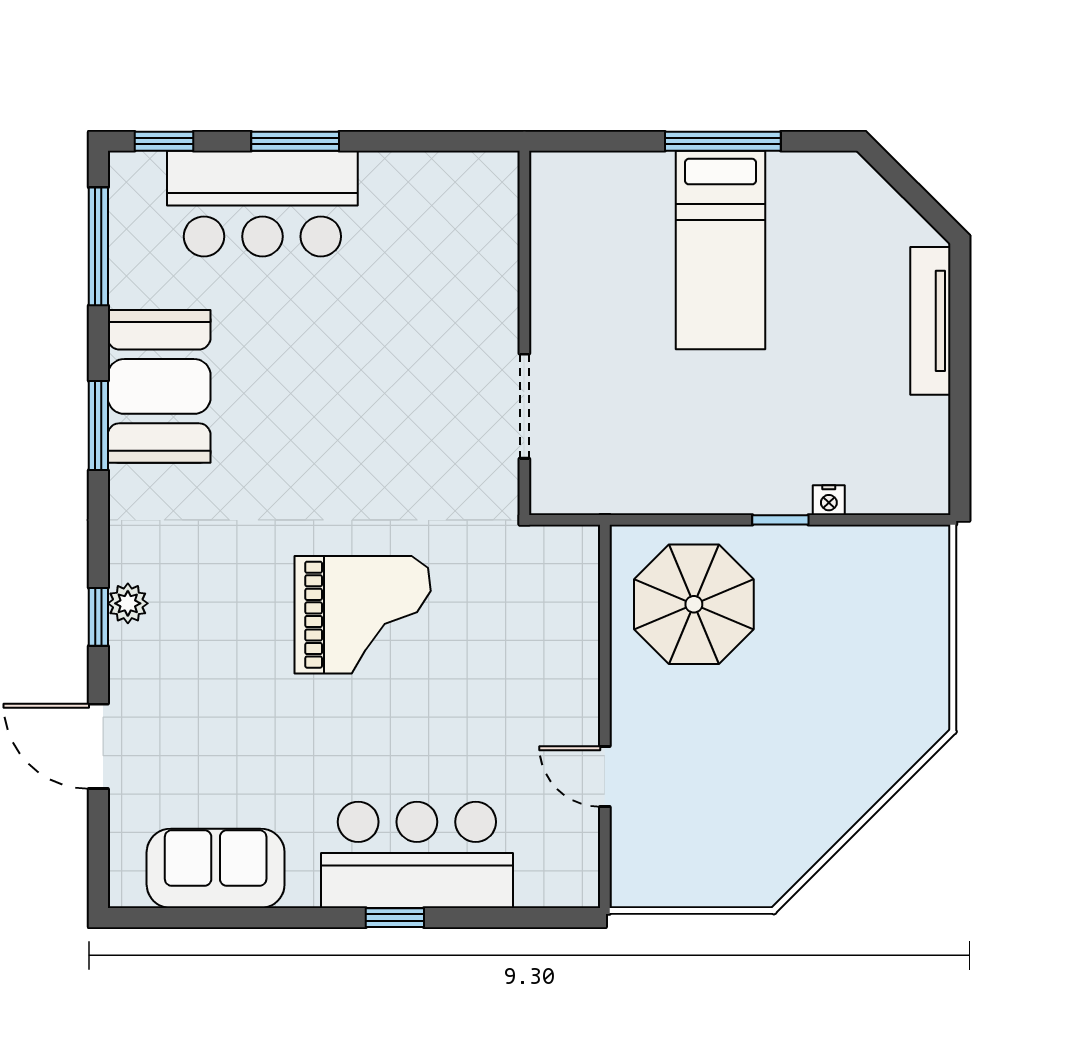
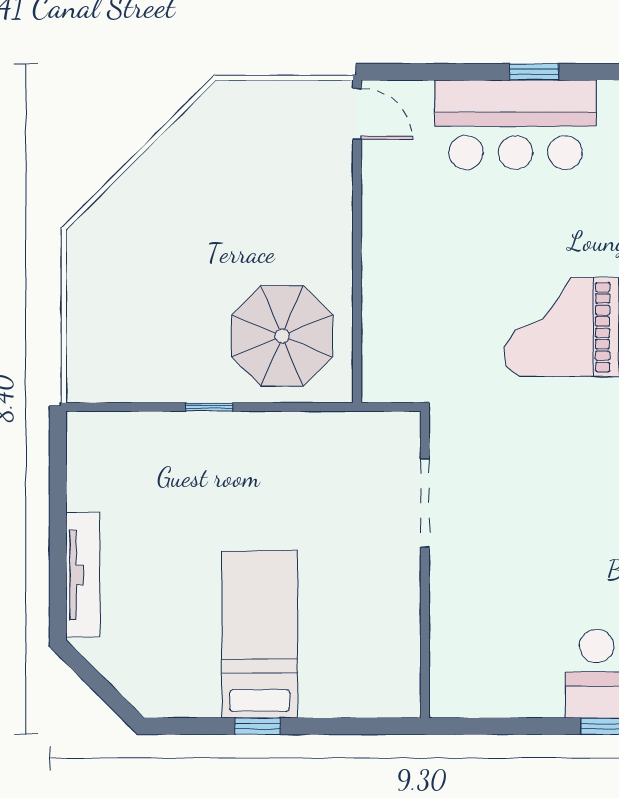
window: (723, 141) -> (258, 726), width x0.46
nightstand: (829, 500) -> (168, 424), removed
door: (605, 777) -> (357, 114), moved

